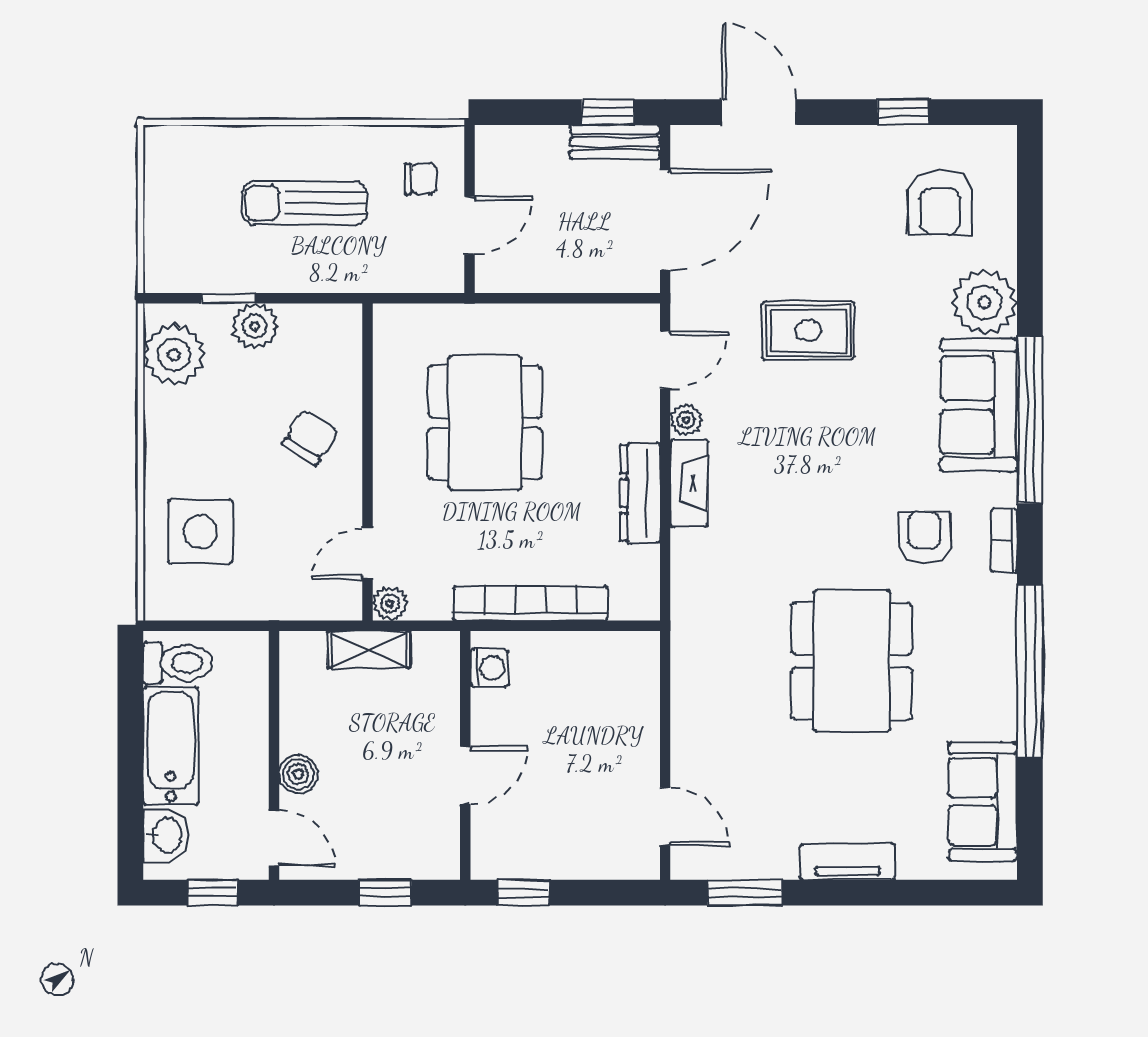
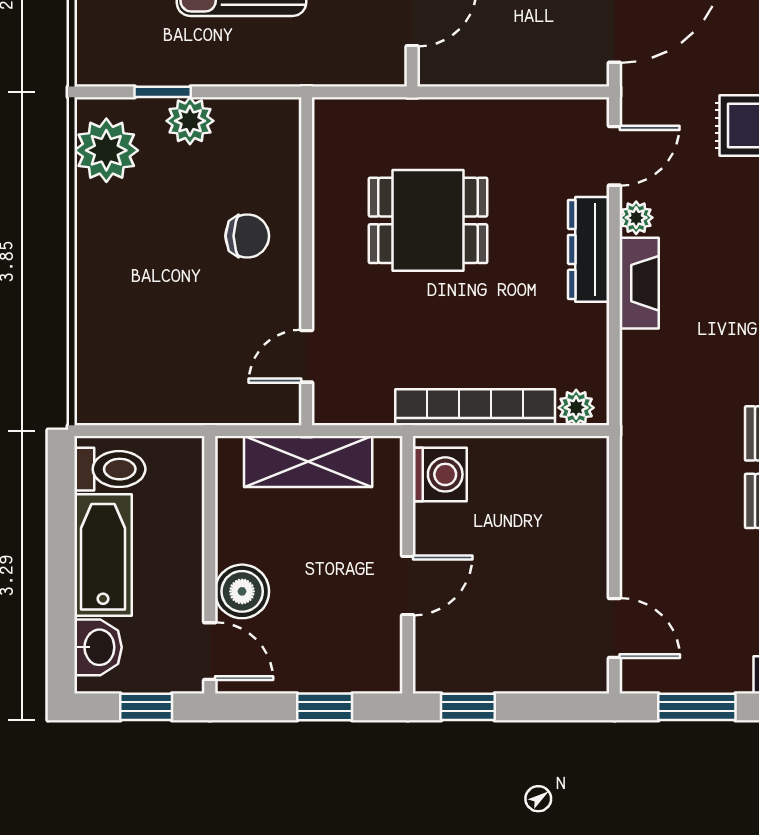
dining table: (485, 422) -> (428, 220), width x0.73
chair: (310, 438) -> (247, 236), turned 57
dresser: (640, 493) -> (589, 249), moved
side table: (200, 532) -> (134, 333), removed
plant: (390, 603) -> (576, 408), moved
shelving: (369, 649) -> (308, 461), width x1.50, depth x1.33
washing machine: (489, 668) -> (440, 474), width x1.38, depth x1.38
boiler: (298, 774) -> (242, 591), width x1.36, depth x1.36

